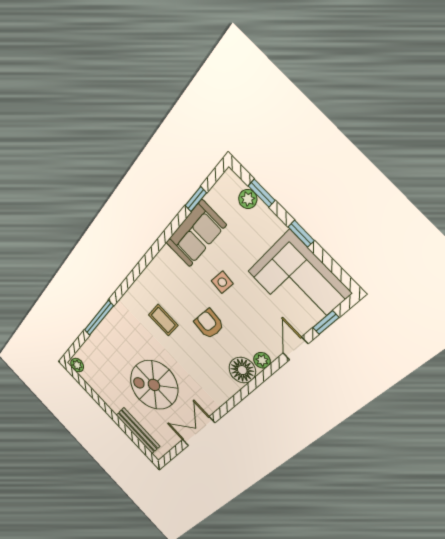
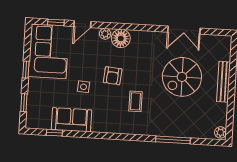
plant: (248, 199) -> (32, 107), removed
spiral stairs: (154, 385) -> (182, 77), turned 90
bench: (138, 431) -> (224, 82), moved

